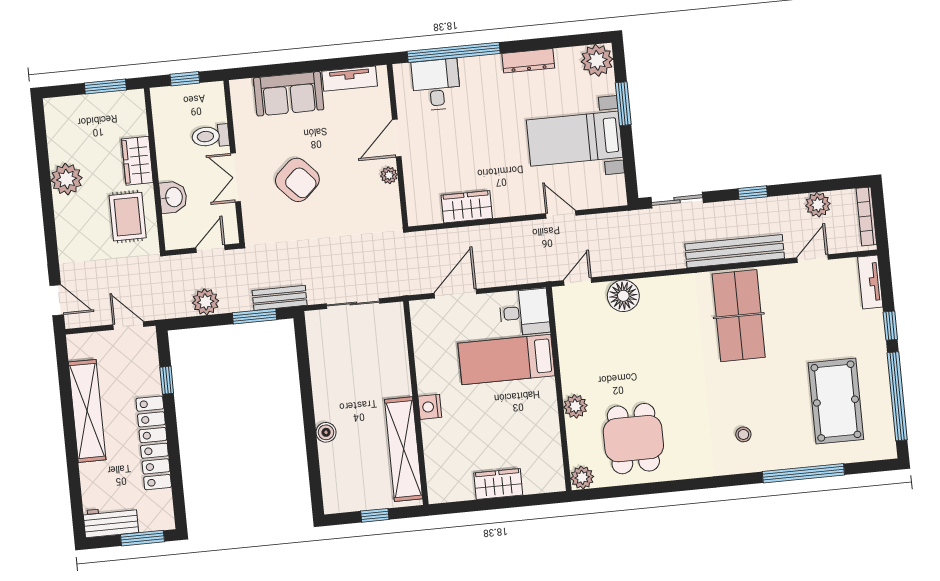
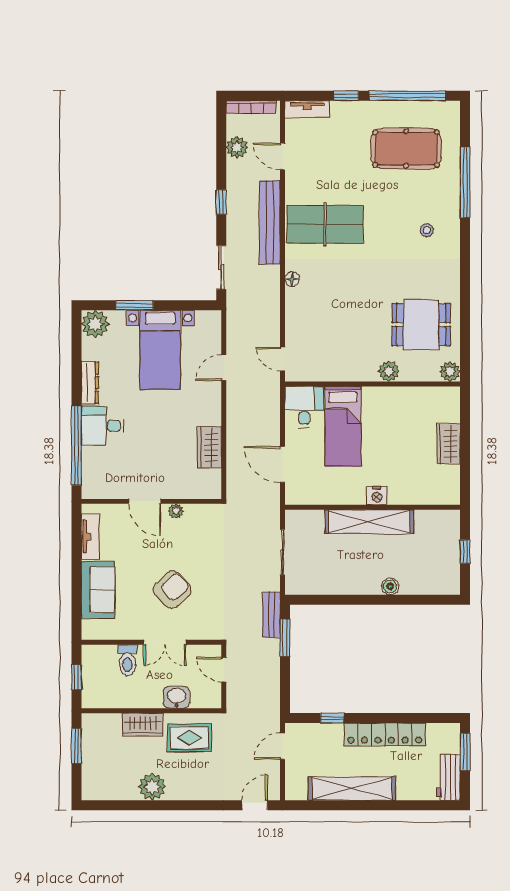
desk: (436, 85) -> (103, 426), moved
floor lamp: (623, 296) -> (292, 279), moved, width x0.53, depth x0.53
plant: (206, 302) -> (269, 678), removed
shelving: (404, 449) -> (369, 522), moved

